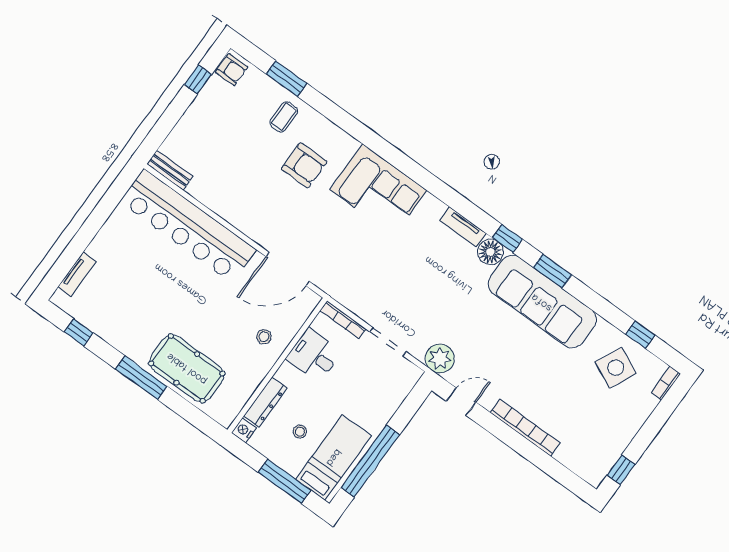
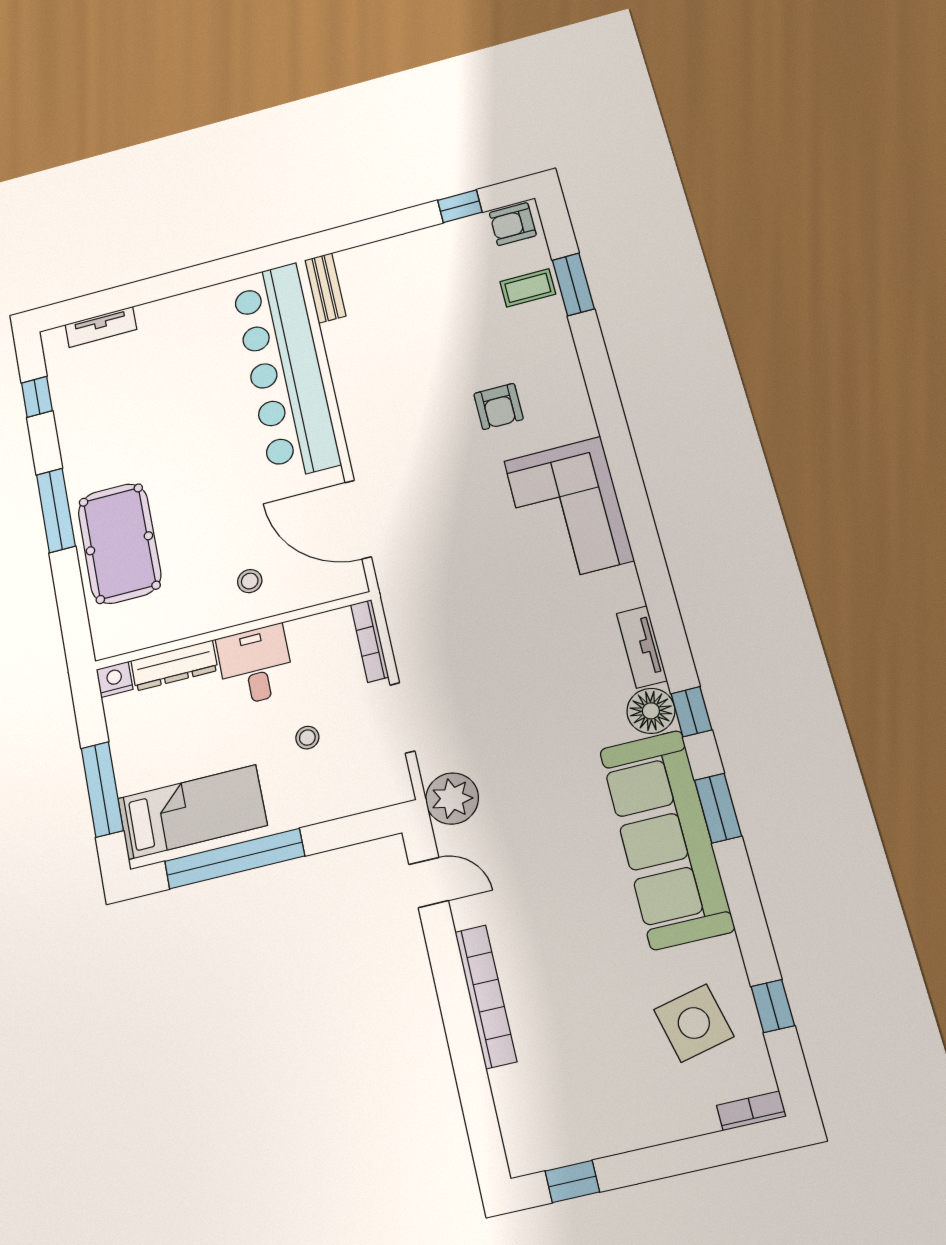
armchair: (232, 70) -> (513, 224), turned 90
coffee table: (284, 117) -> (528, 288), moved
armchair: (304, 165) -> (498, 406), width x0.72, depth x0.72
desk: (314, 355) -> (255, 665), moved
side table: (616, 368) -> (694, 1023), turned -38
stool: (300, 432) -> (307, 738), moved

